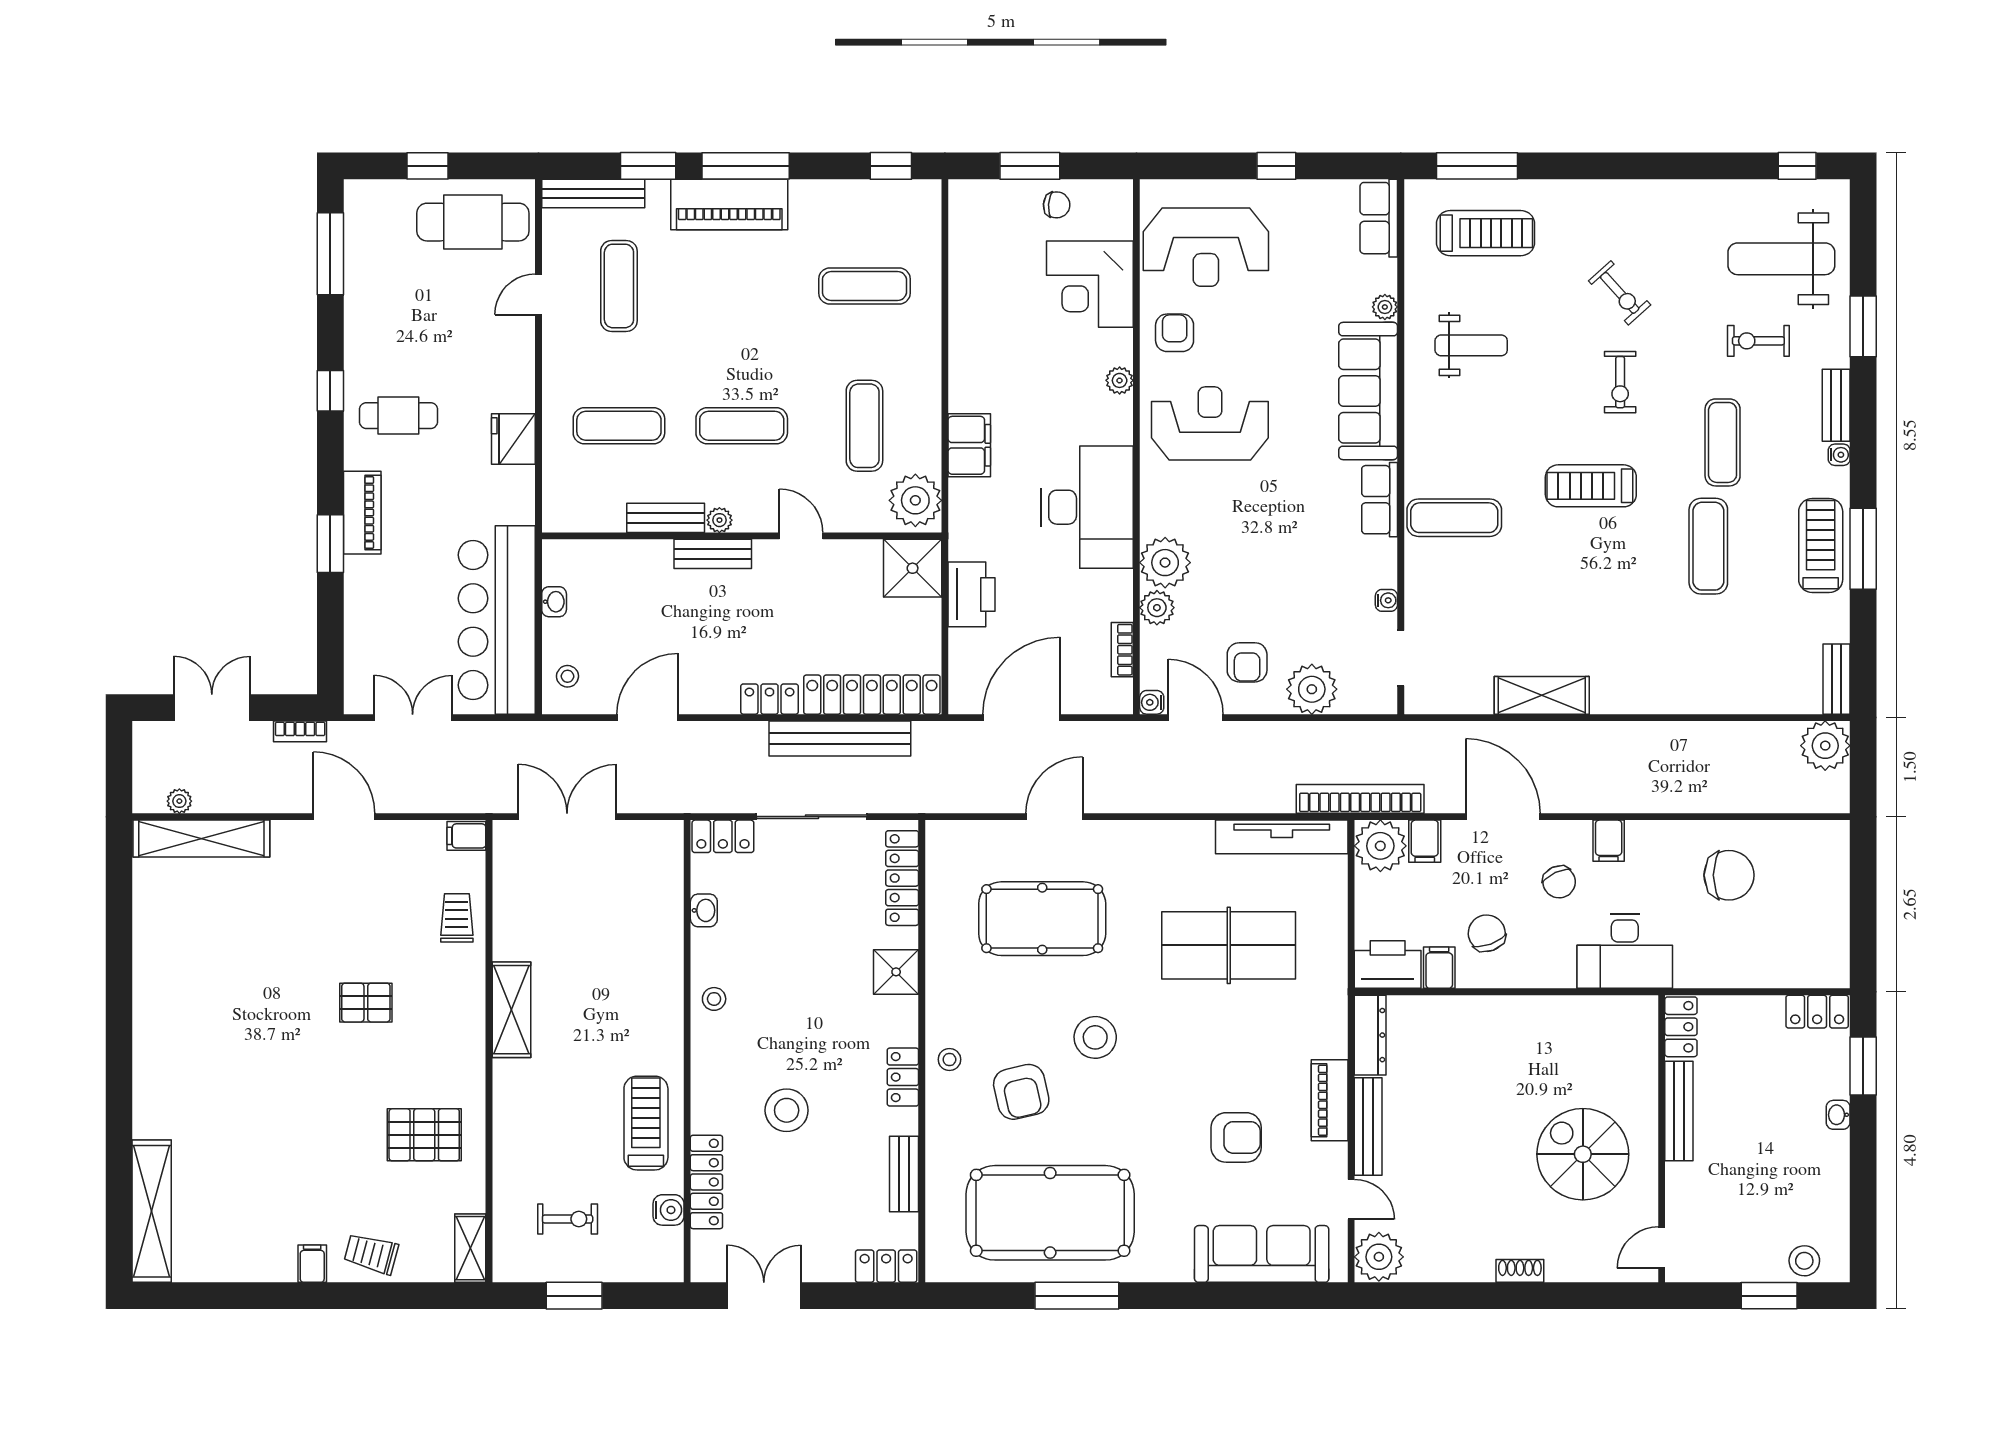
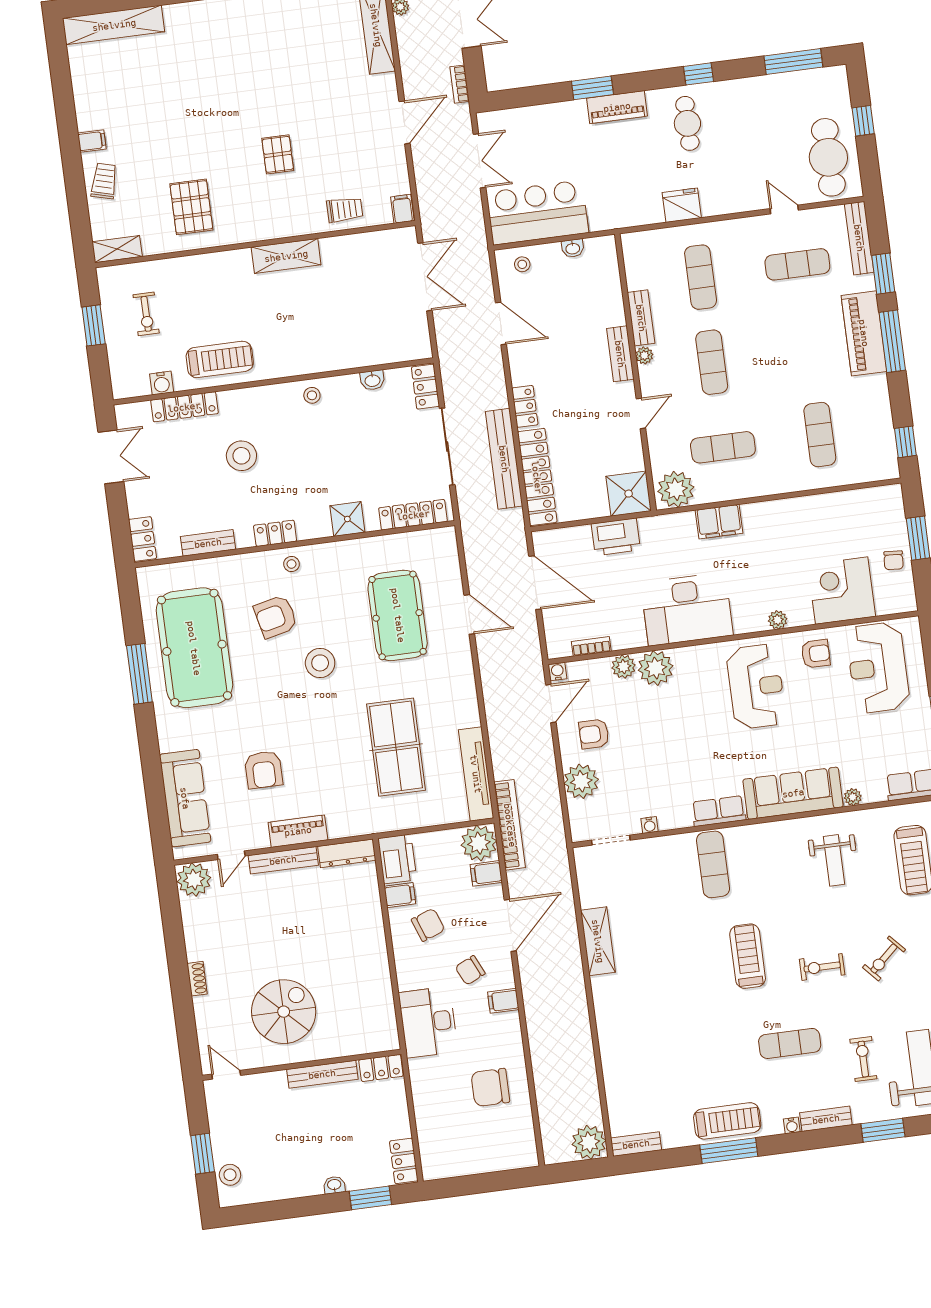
exercise mat: (1708, 546) -> (716, 1043), removed
bar counter: (497, 620) -> (537, 213), width x0.73
chair: (1729, 875) -> (490, 1087), turned 90

